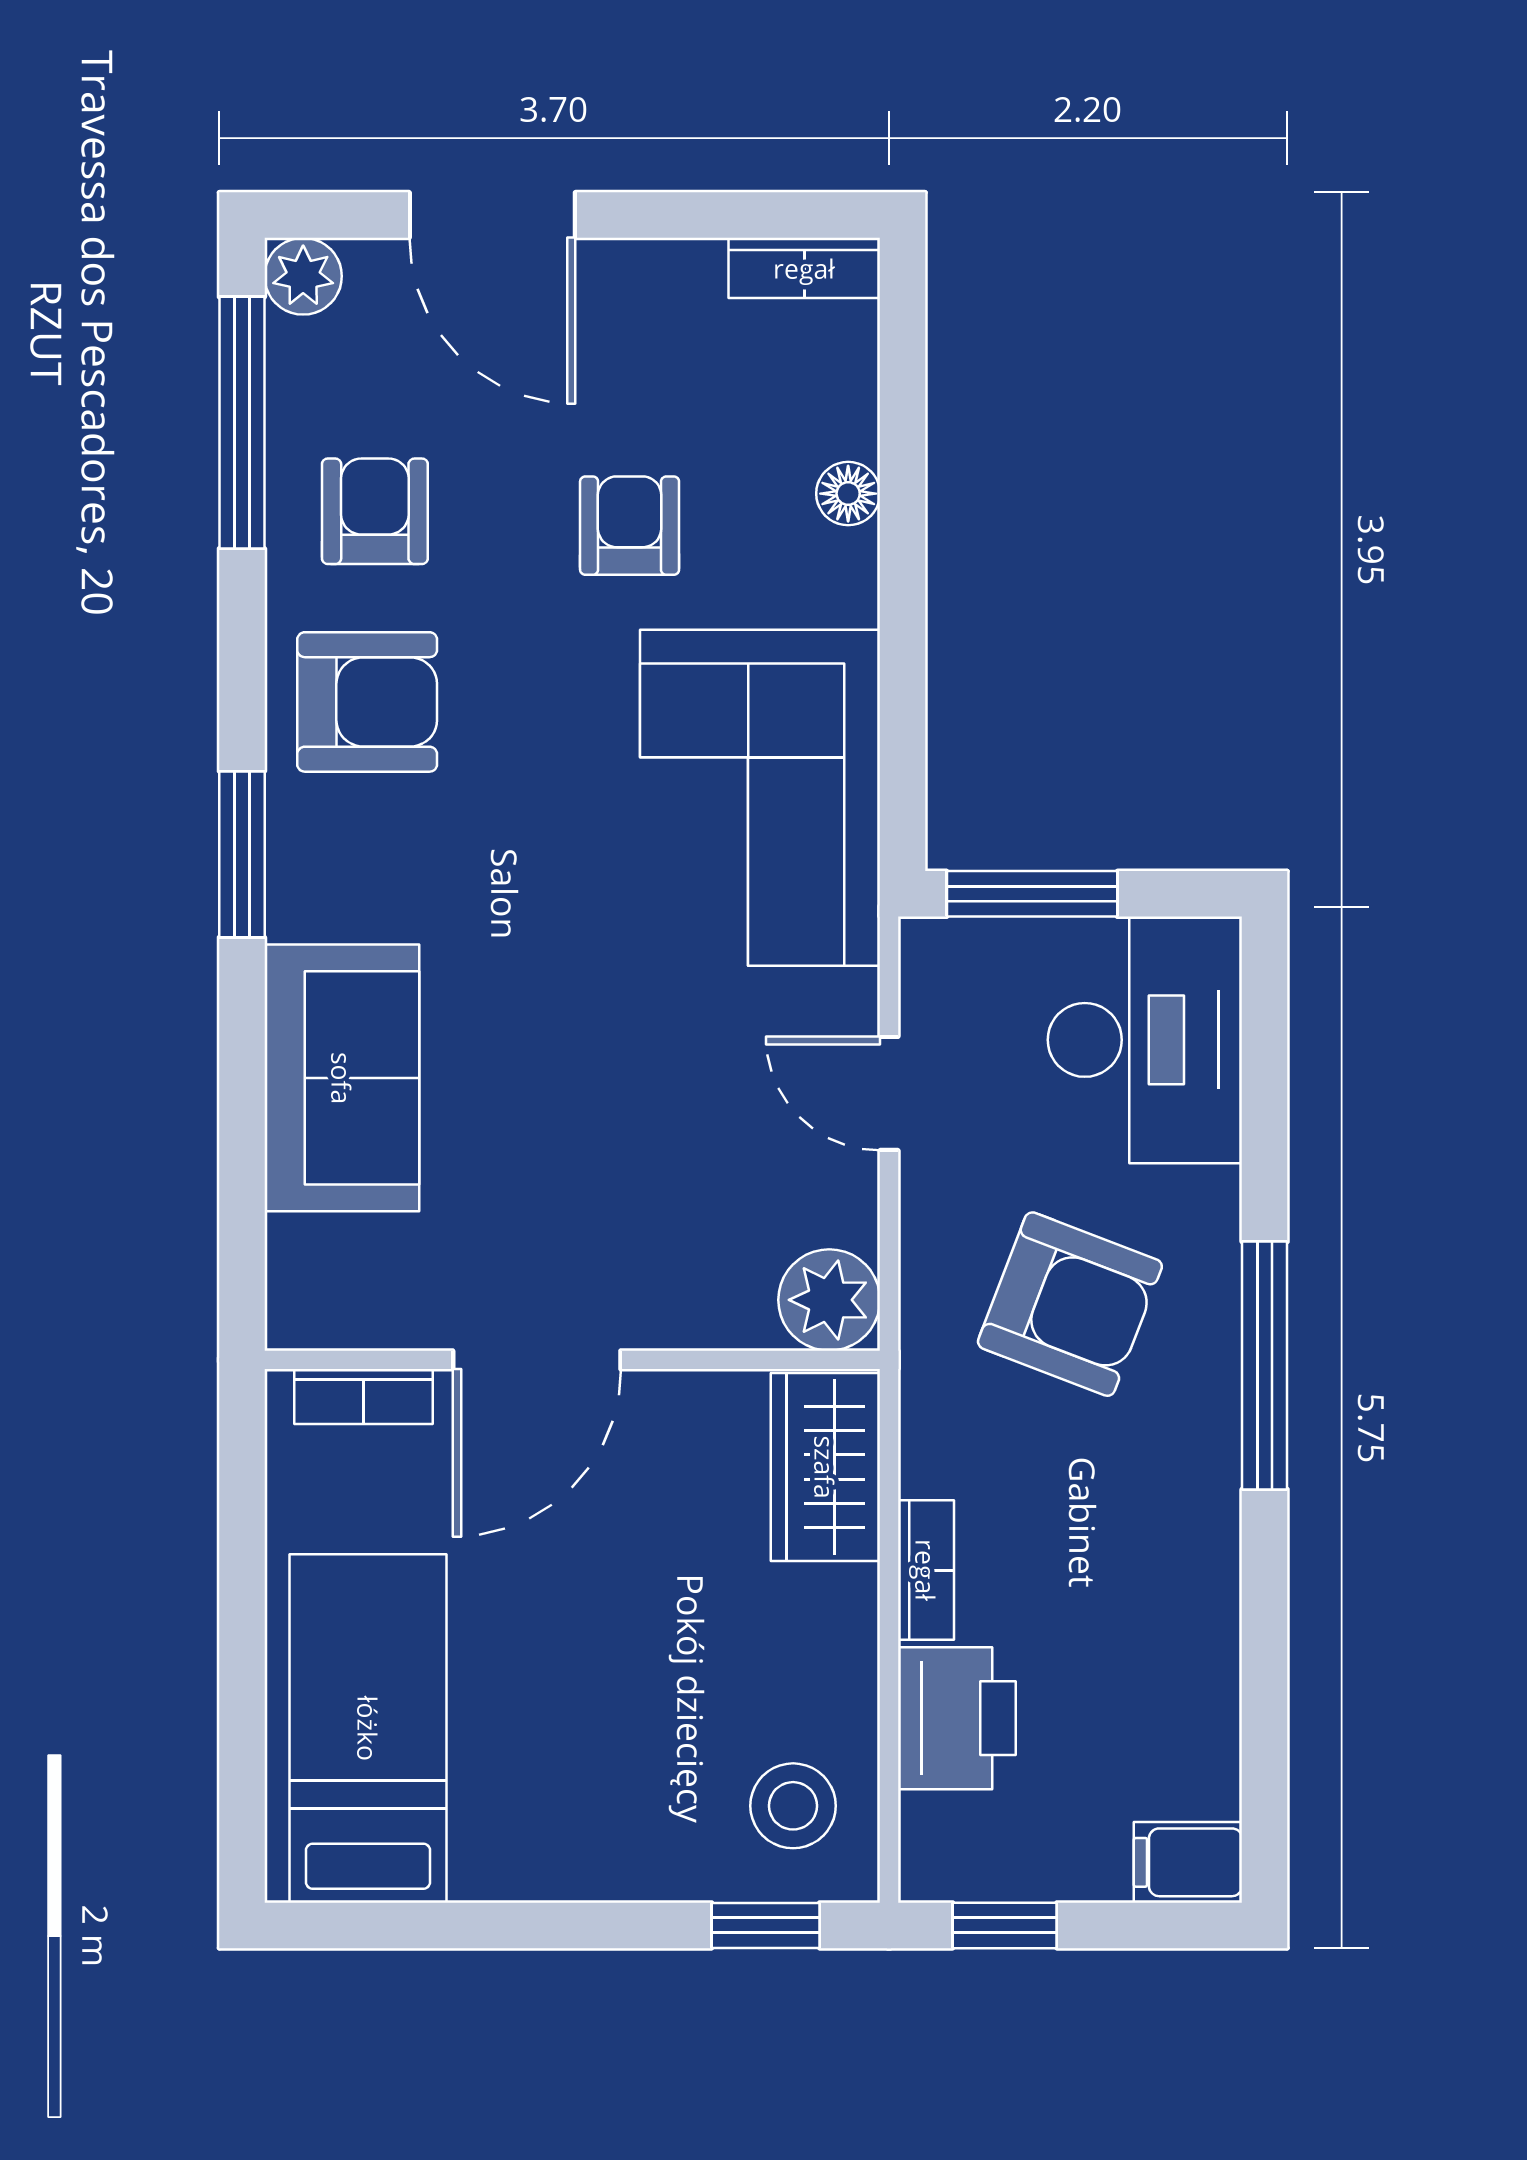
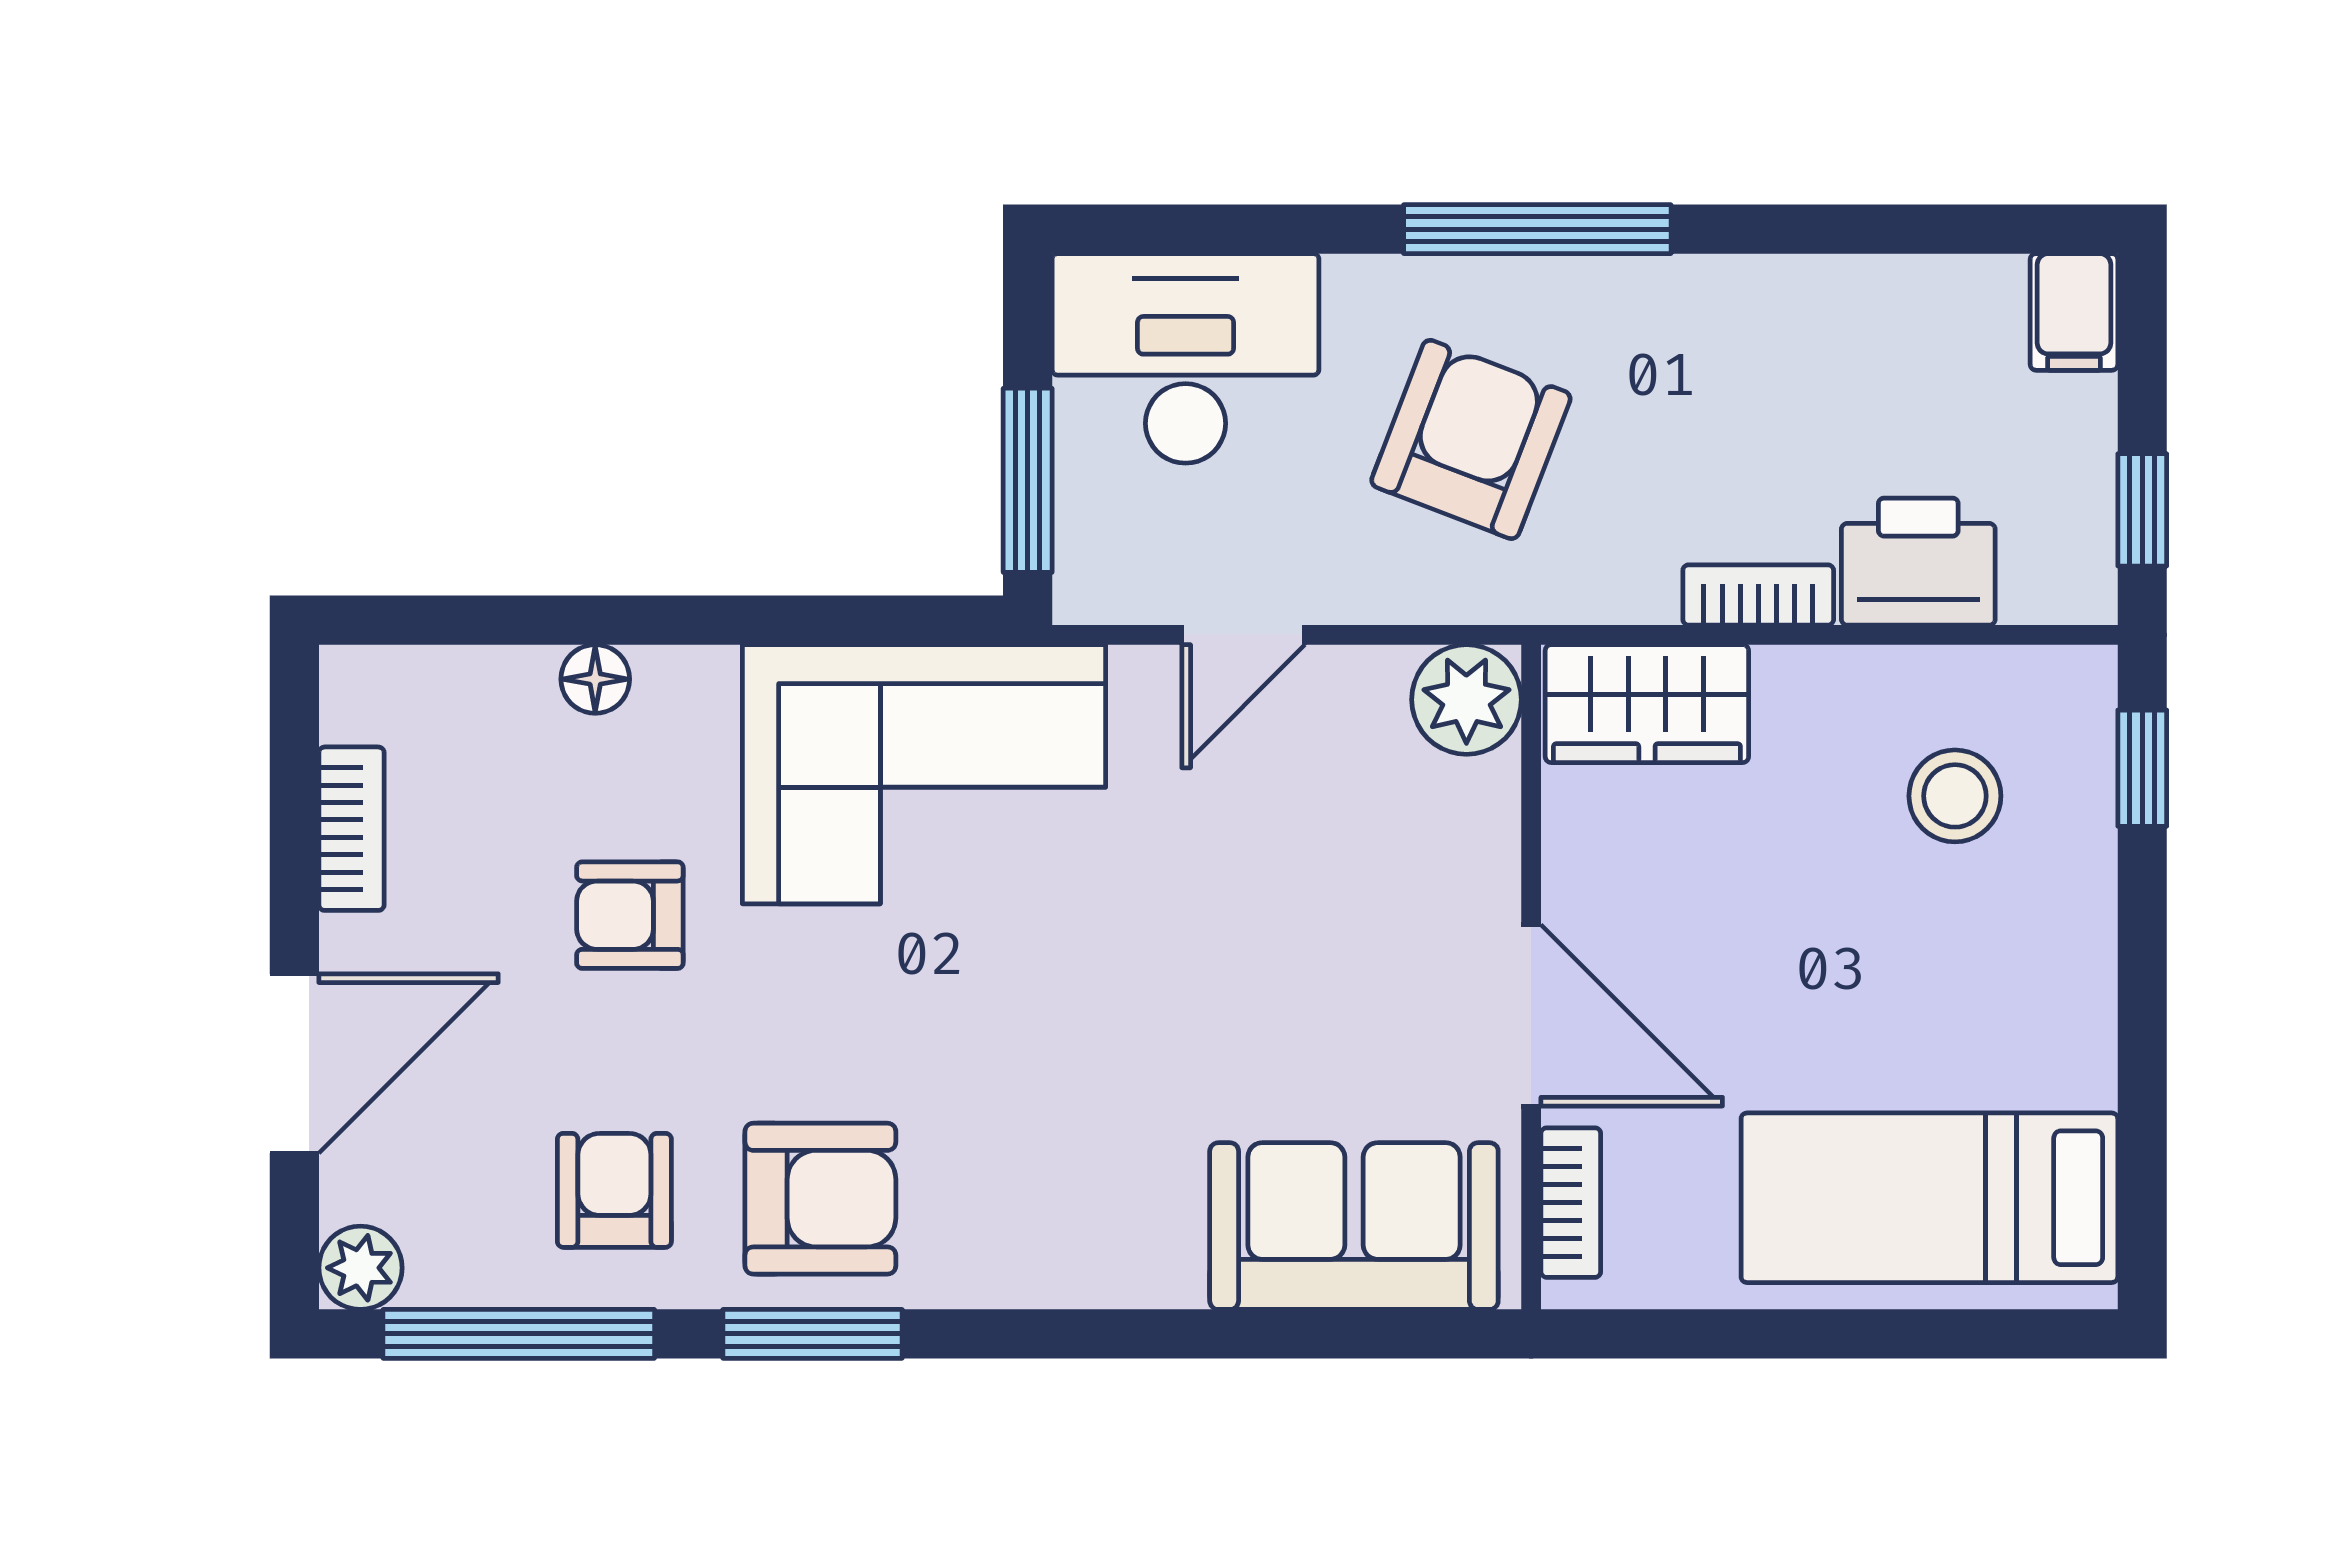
bookcase: (804, 268) -> (351, 829), moved
armchair: (375, 511) -> (614, 1190), turned 90
armchair: (367, 702) -> (820, 1199), turned 90
window: (242, 854) -> (813, 1334), moved
sofa: (342, 1078) -> (1354, 1226), moved
stool: (793, 1806) -> (1955, 796), moved

